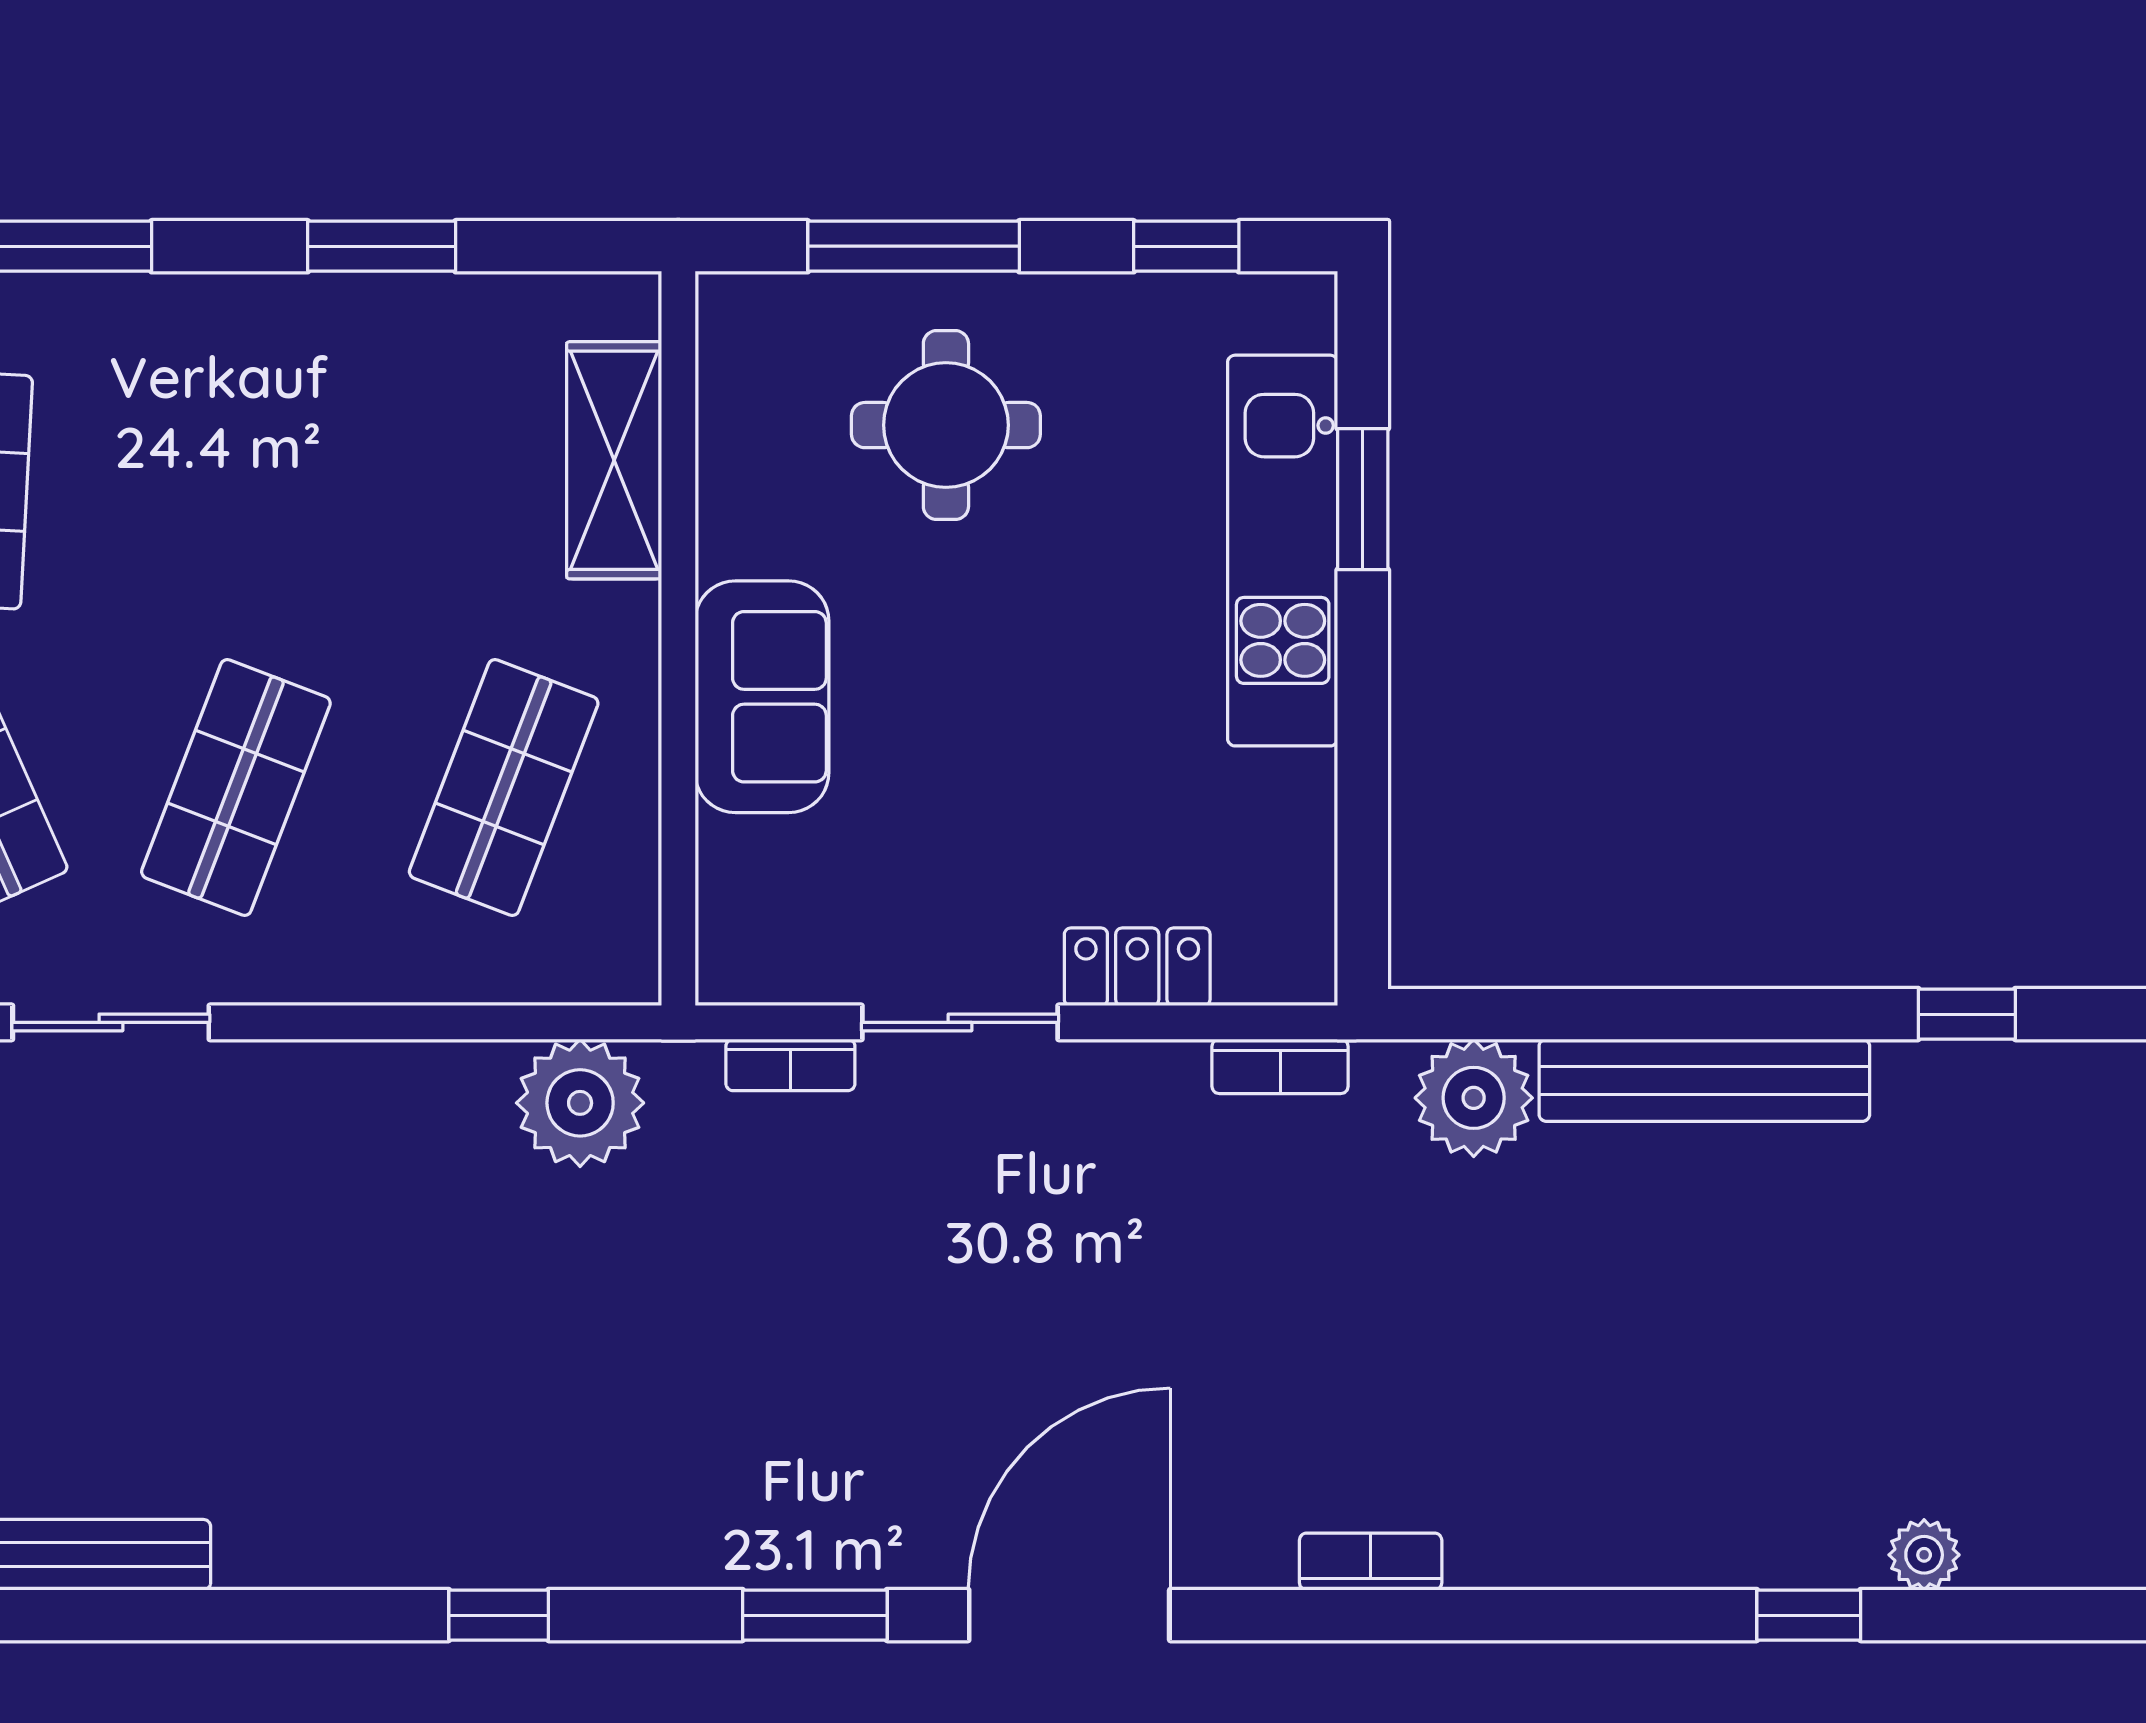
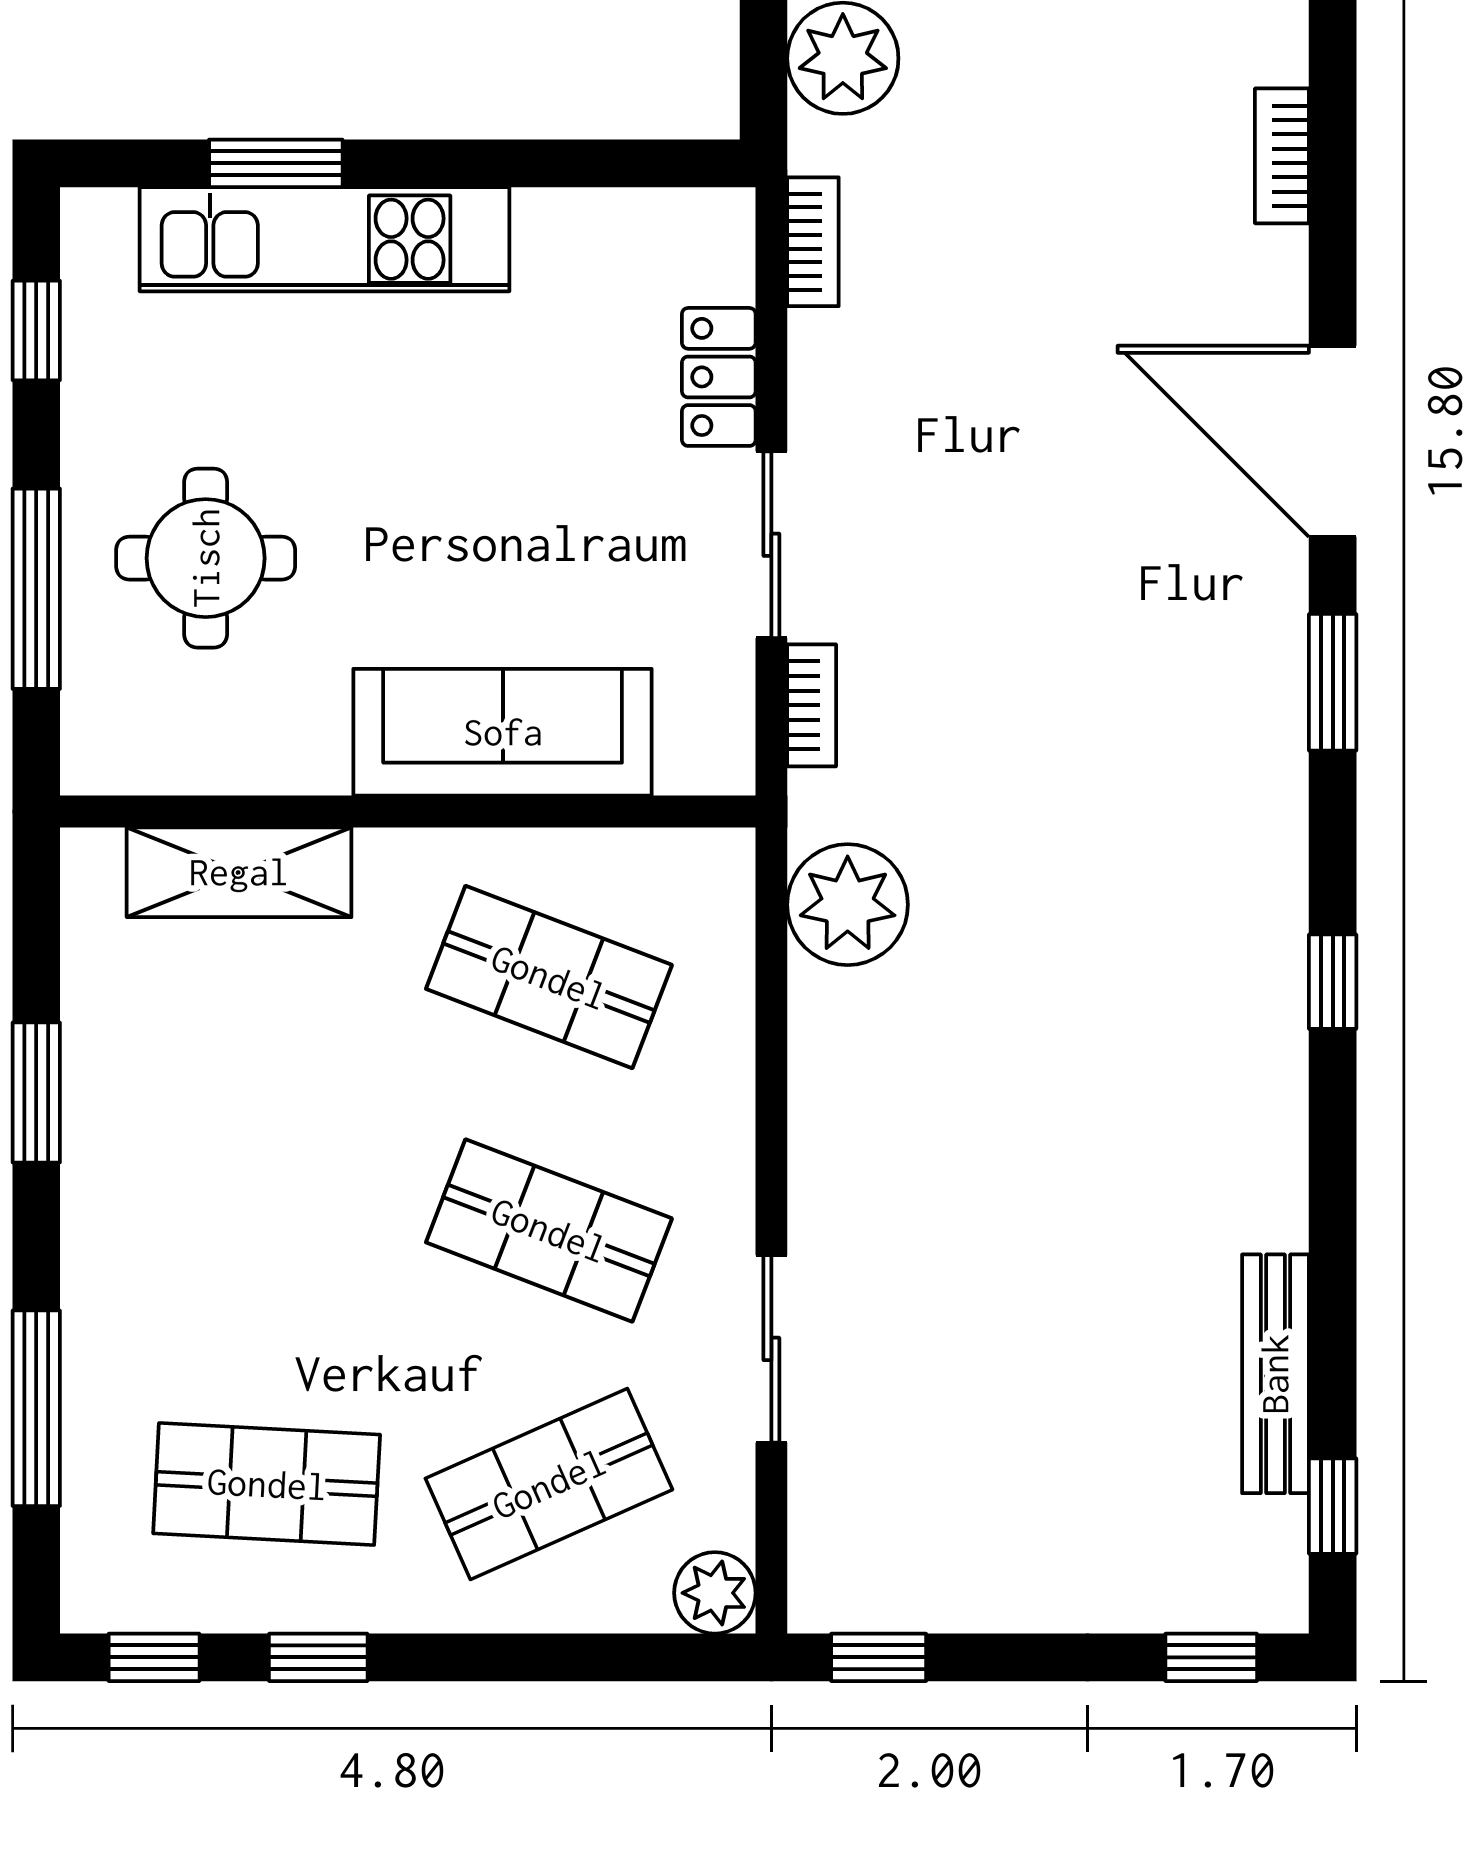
sofa: (762, 697) -> (503, 732), width x1.36

